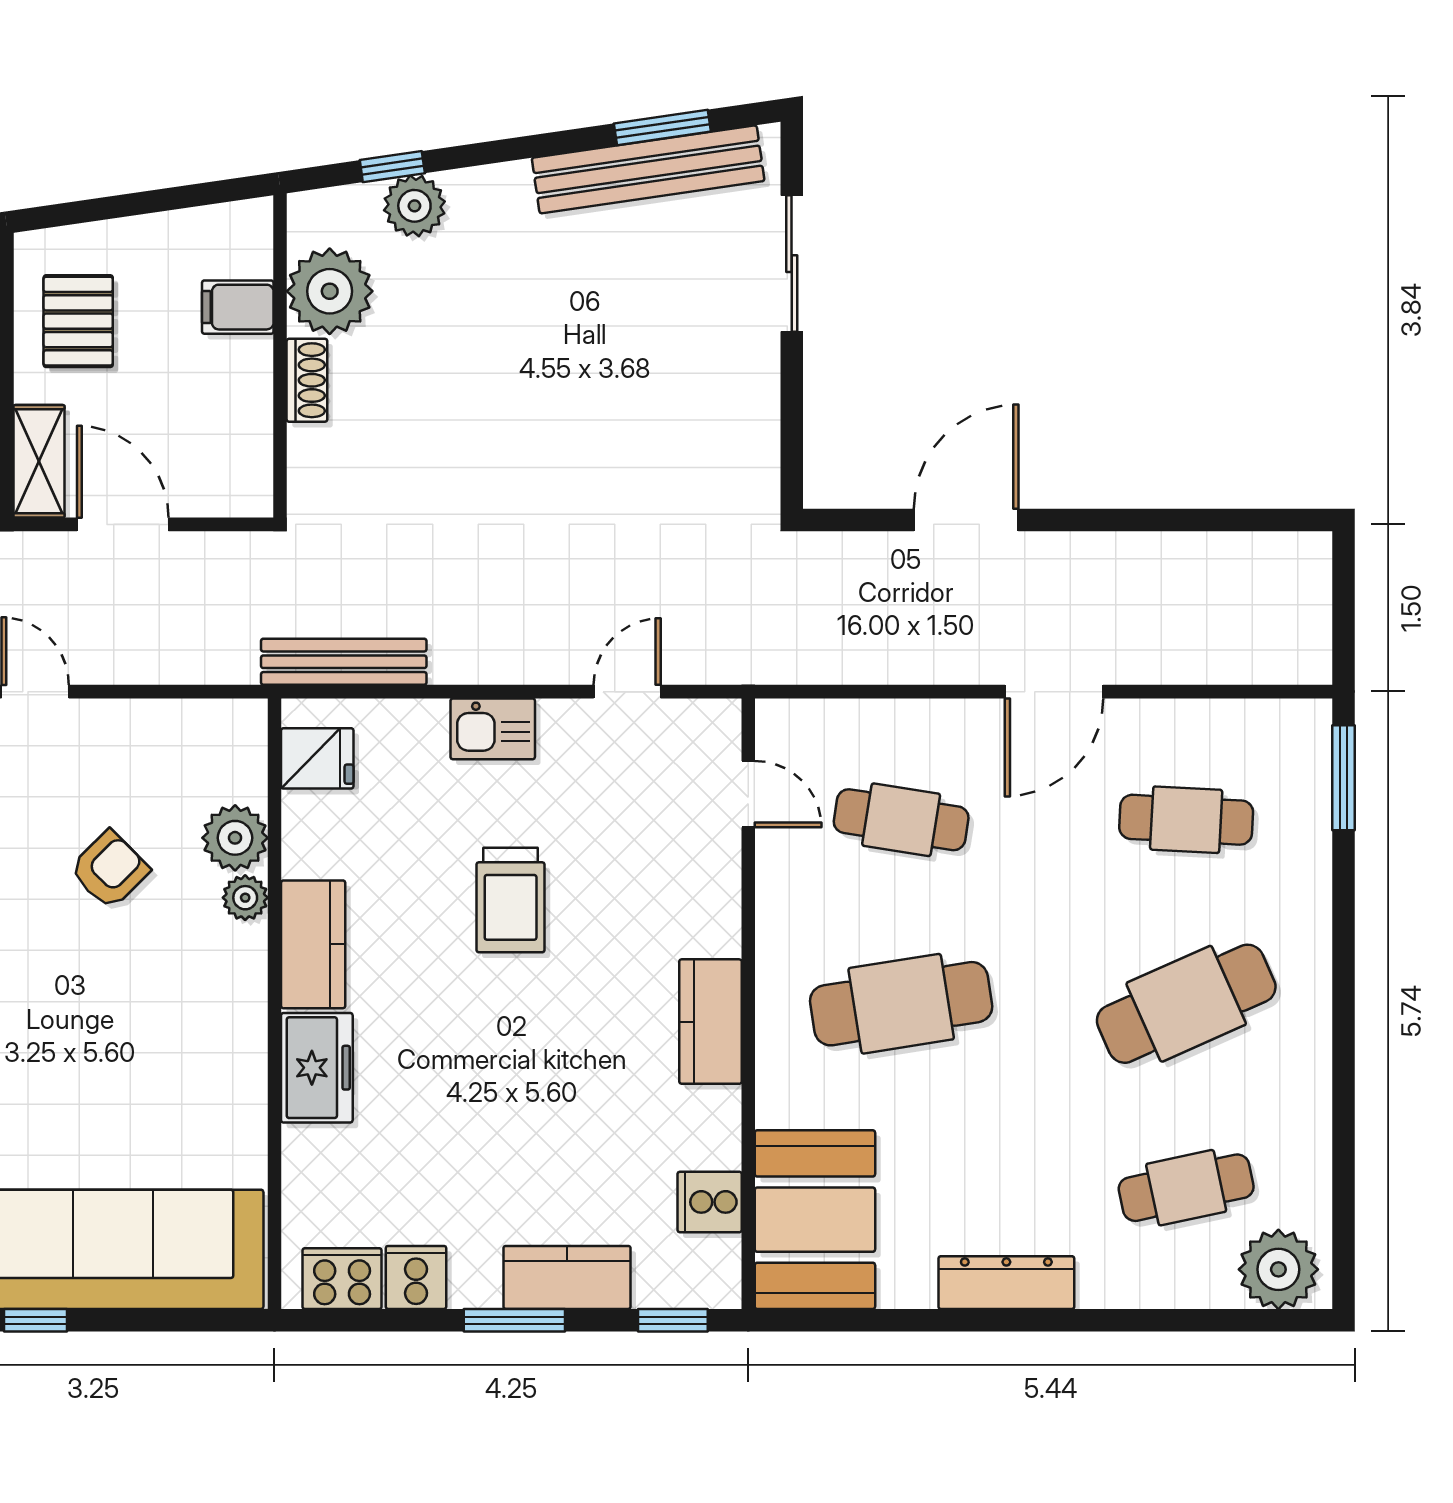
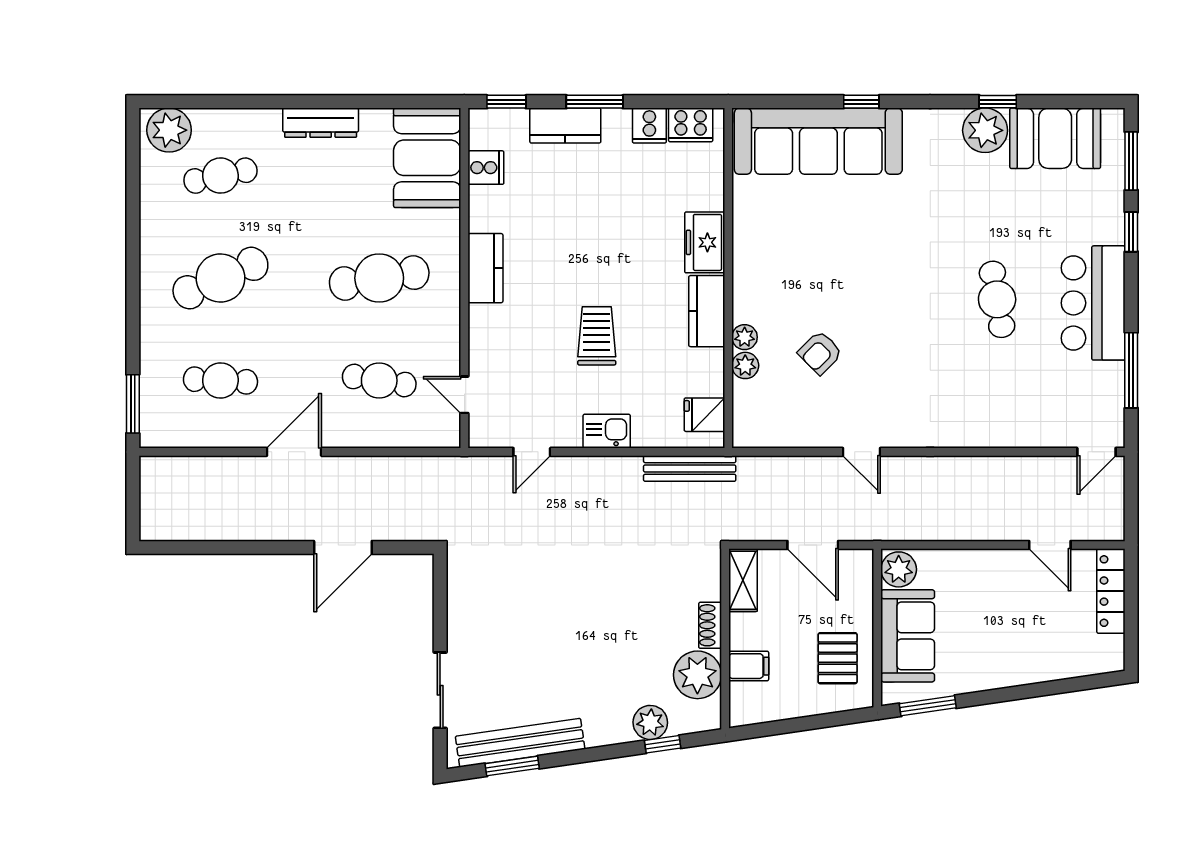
shelving: (39, 461) -> (743, 580), moved
plant: (235, 838) -> (745, 365), width x0.73, depth x0.73

